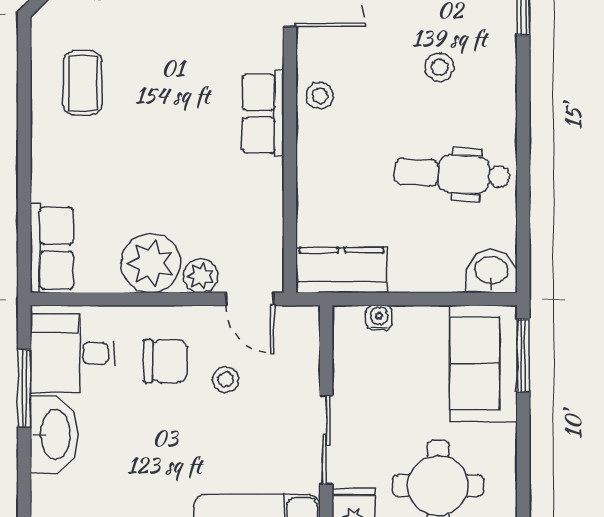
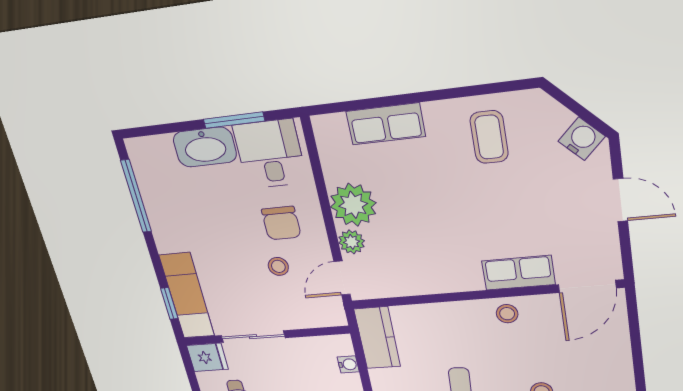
coffee table: (83, 83) -> (489, 137), turned 90
row of seats: (263, 114) -> (518, 273), moved
row of seats: (52, 248) -> (386, 124), moved

